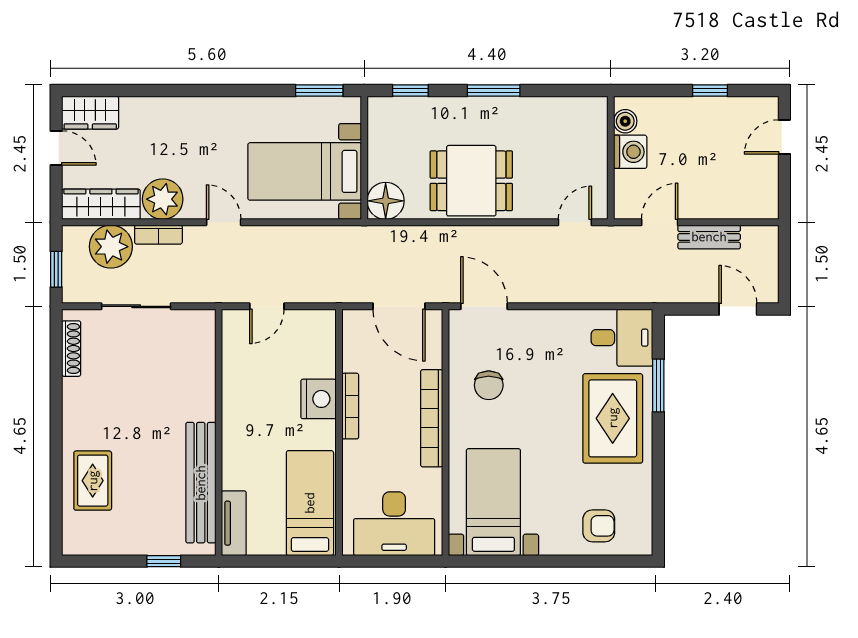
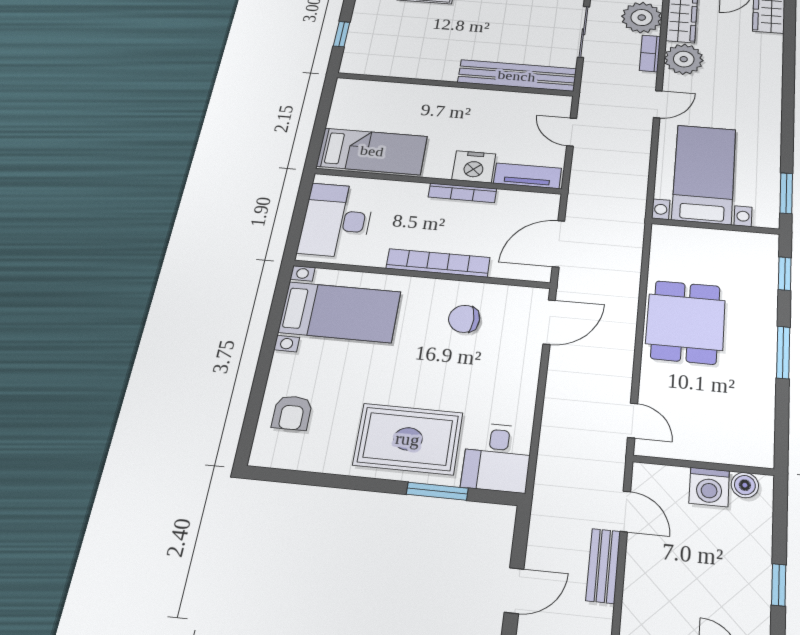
floor lamp: (386, 201) -> (669, 241), removed
bench: (201, 483) -> (517, 76), moved
tv unit: (234, 523) -> (528, 176), moved, turned 180

